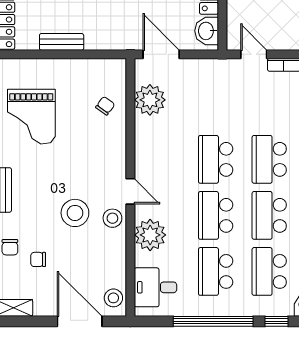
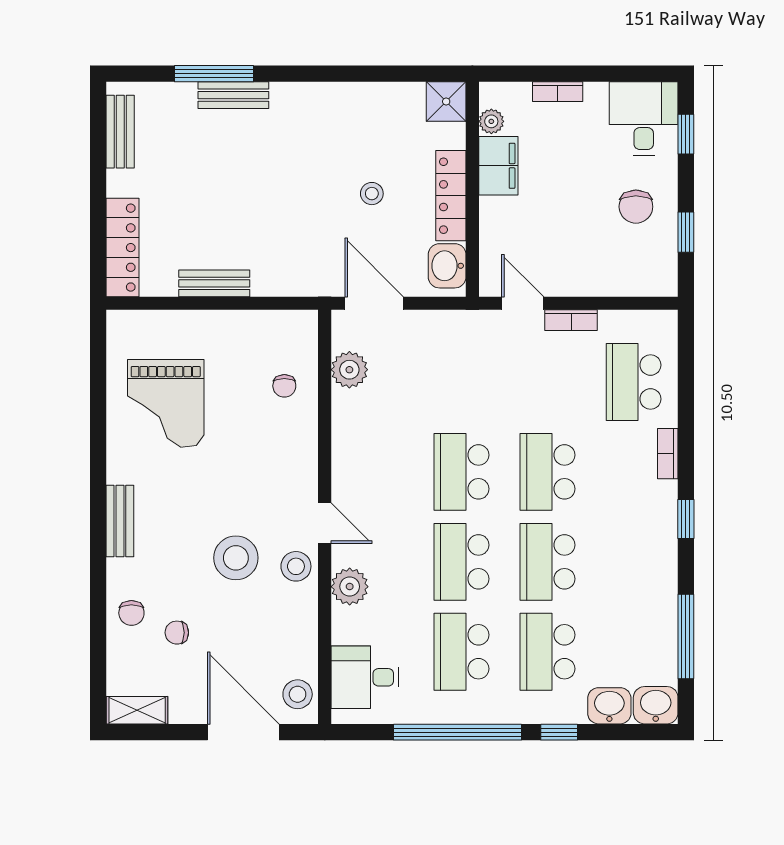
plant: (150, 100) -> (349, 370), width x0.73, depth x0.73
chair: (105, 106) -> (284, 386), turned 144
plant: (150, 235) -> (350, 587), width x0.73, depth x0.73

